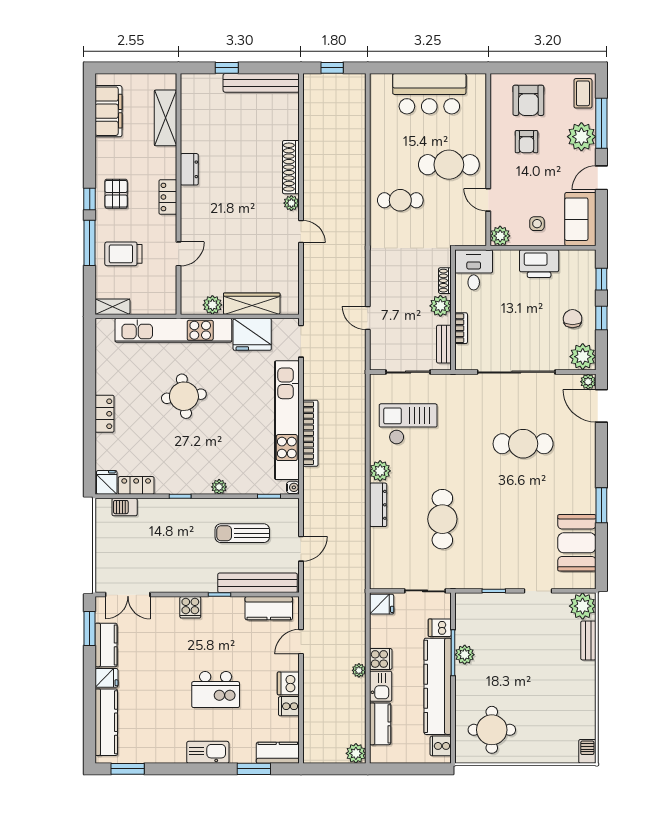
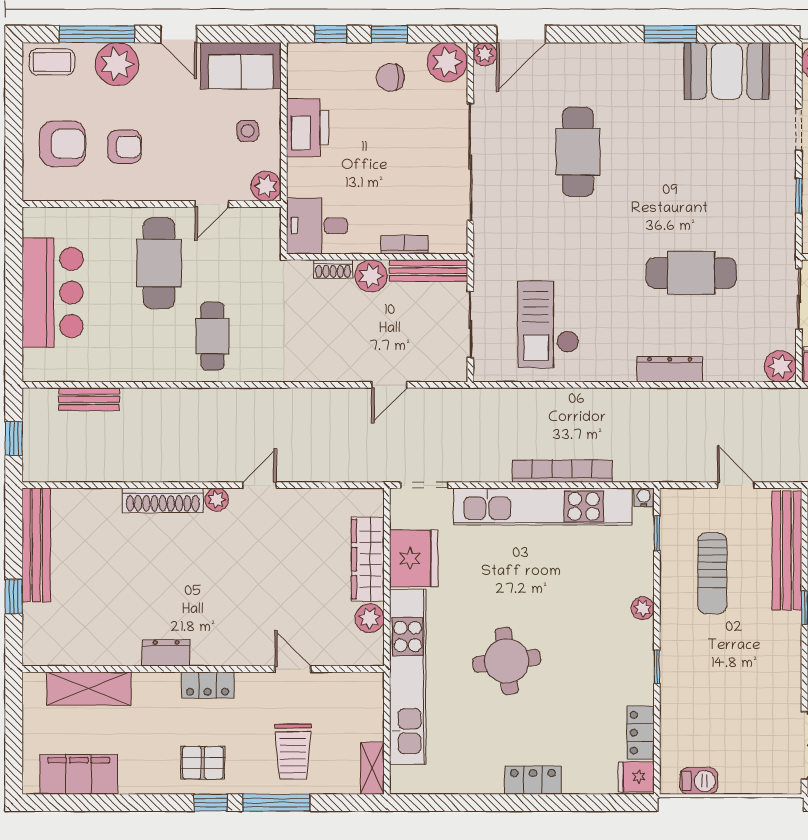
bench: (358, 118) -> (89, 399), added
bench: (444, 344) -> (428, 271), width x1.36
plant: (380, 471) -> (780, 366), moved
barbecue: (125, 507) -> (699, 781), moved, turned -90

